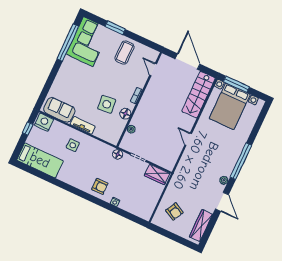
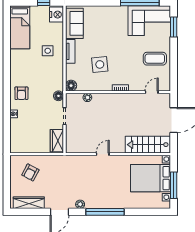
window: (115, 28) -> (174, 27), moved
window: (236, 84) -> (174, 185), moved
floor lamp: (125, 114) -> (71, 86), moved

